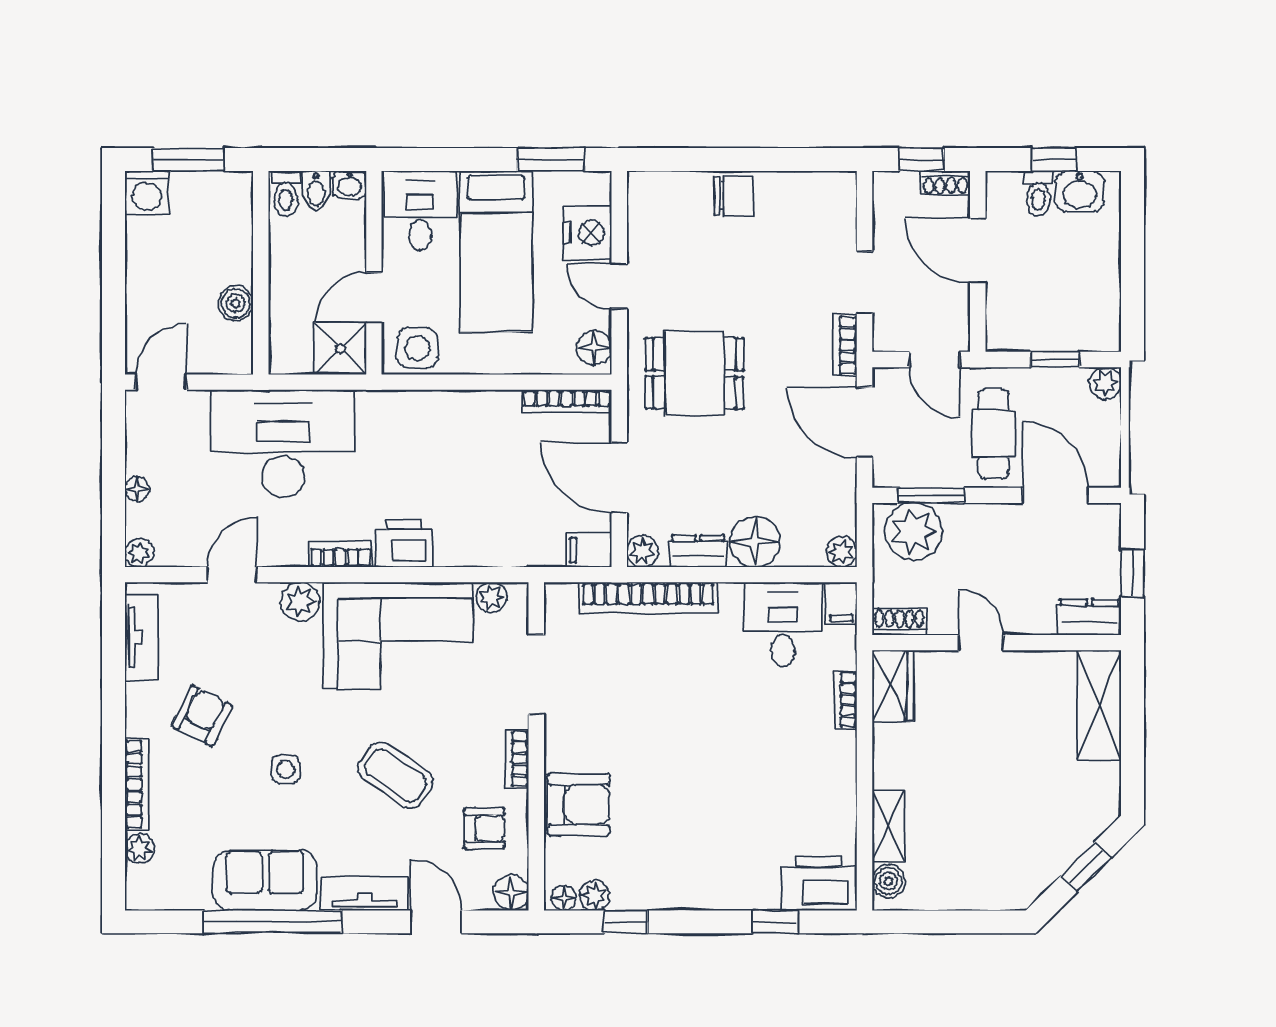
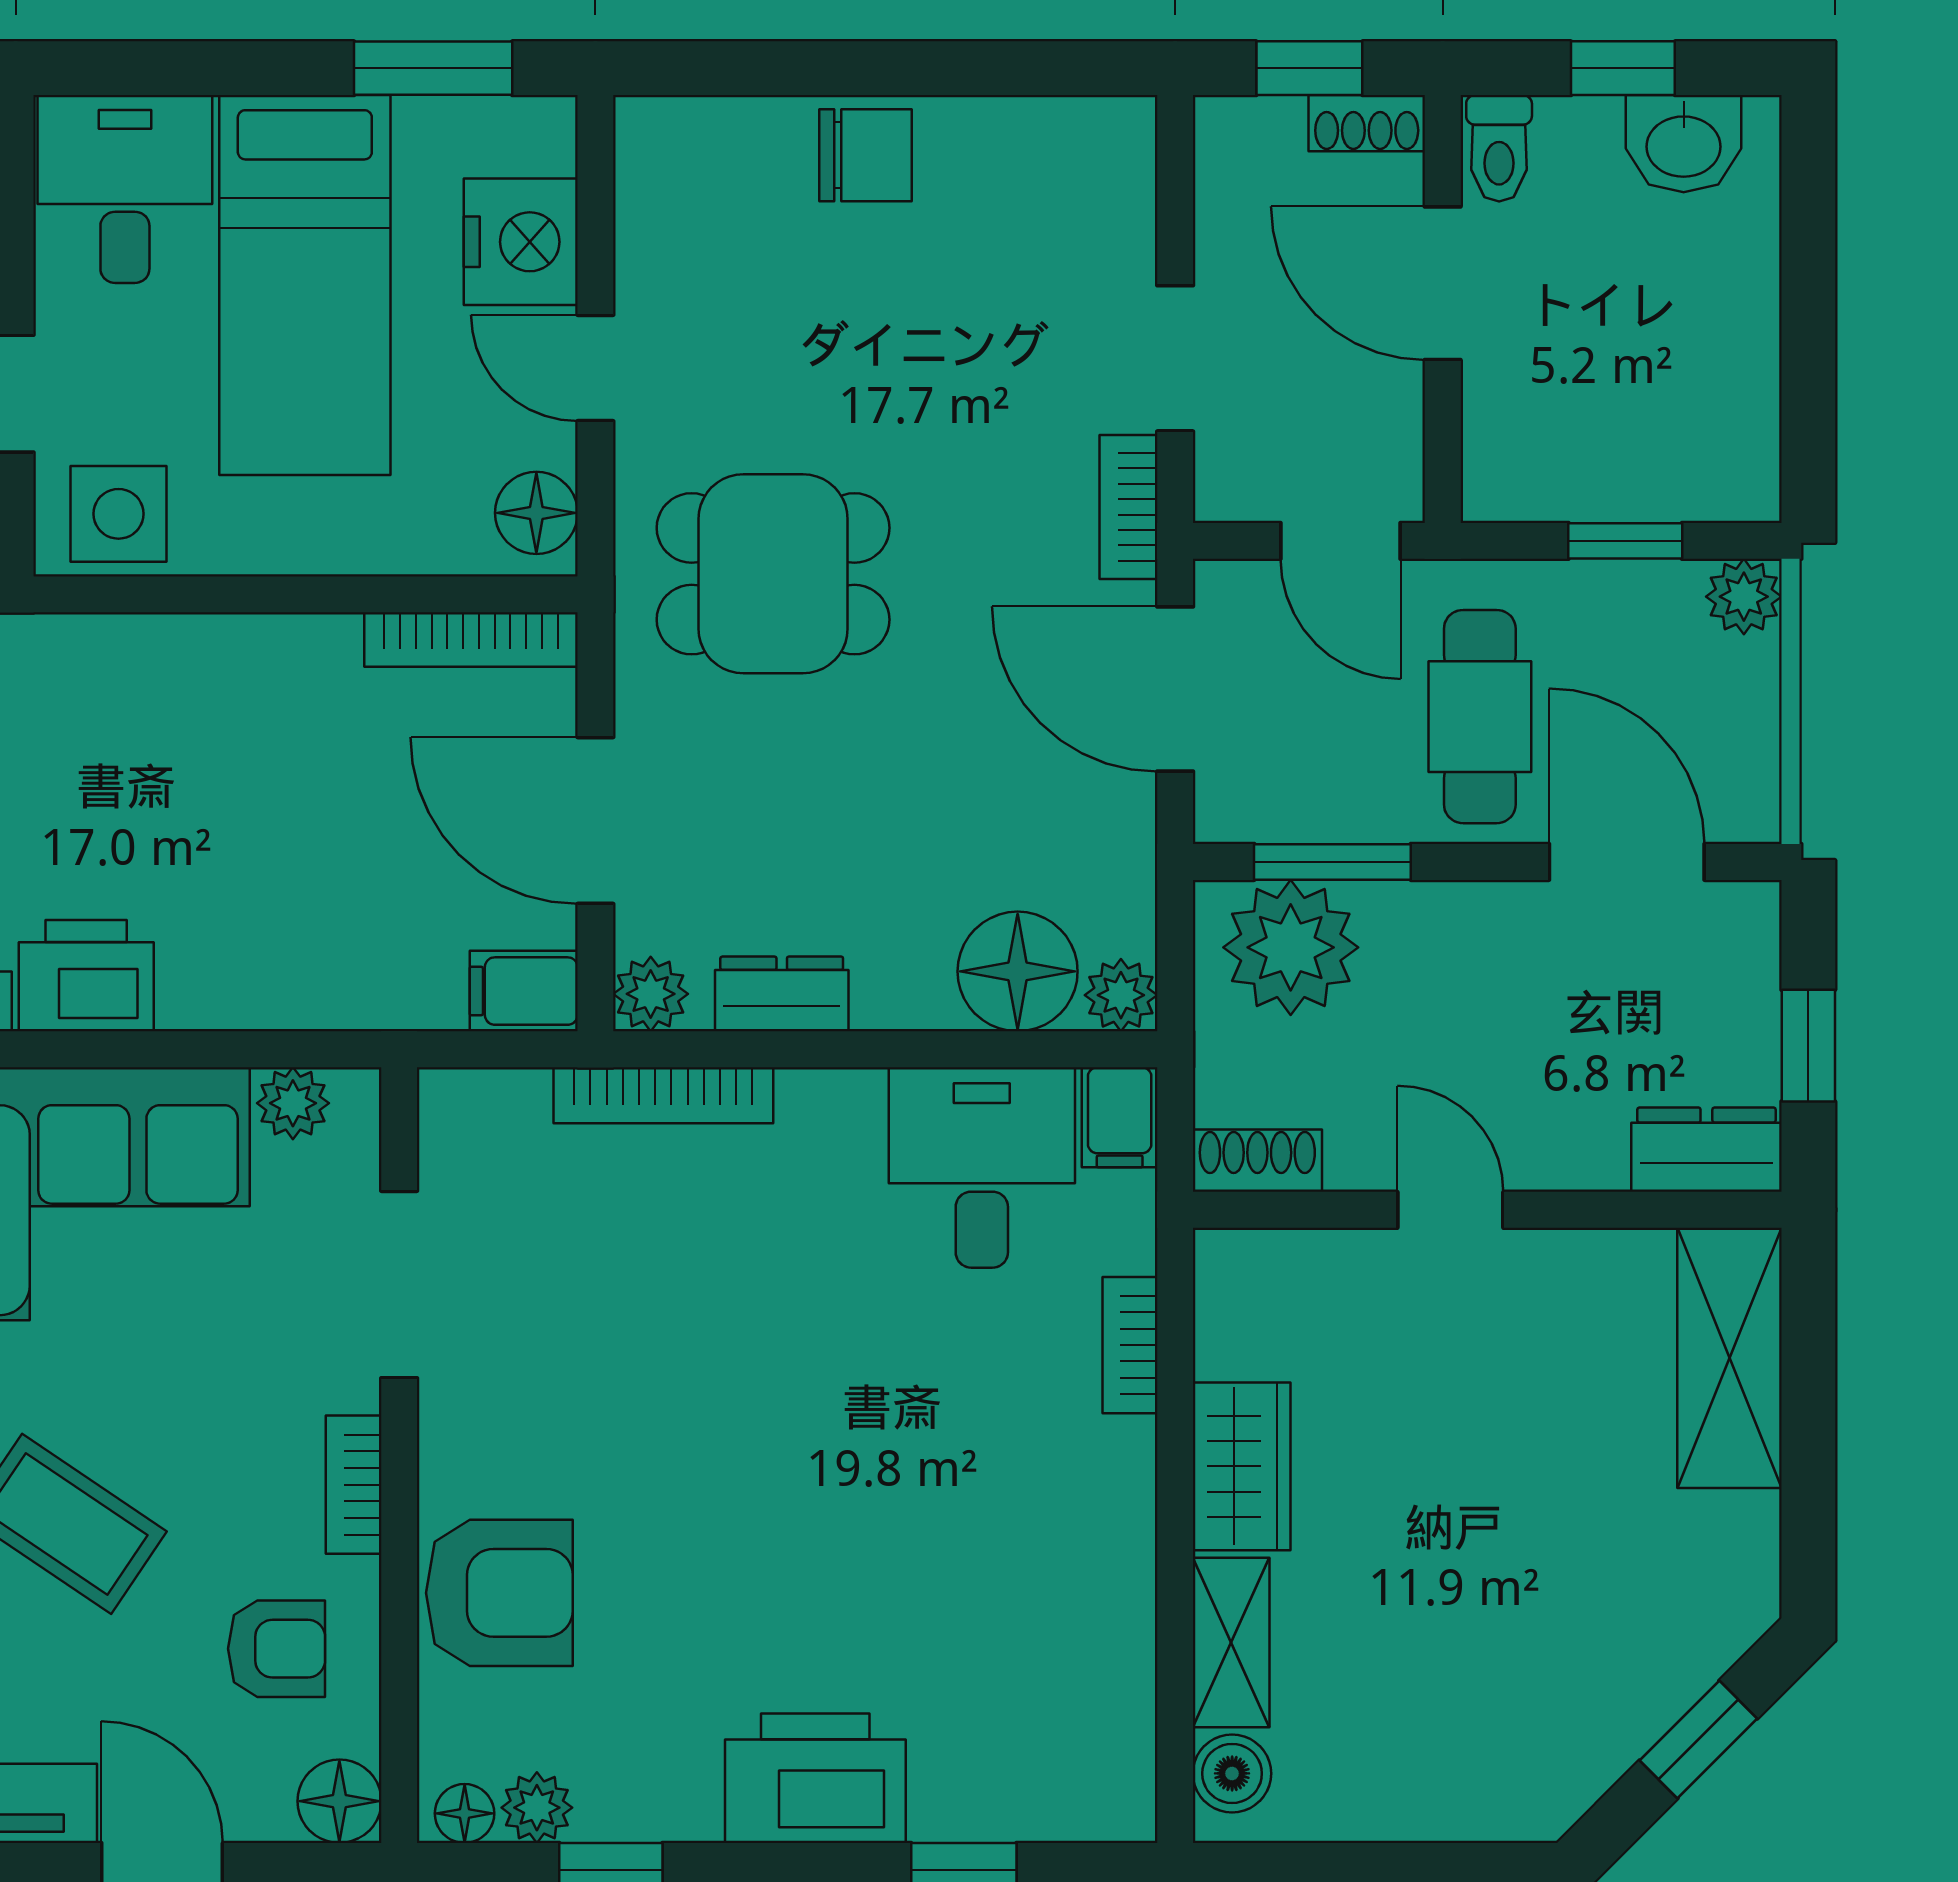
toilet: (1038, 193) -> (1499, 148), moved
floor lamp: (755, 542) -> (1018, 971), moved
bookcase: (648, 598) -> (663, 1095), width x0.68, depth x0.76
wardrobe: (893, 686) -> (1242, 1466), moved
printer: (819, 883) -> (815, 1778), moved

